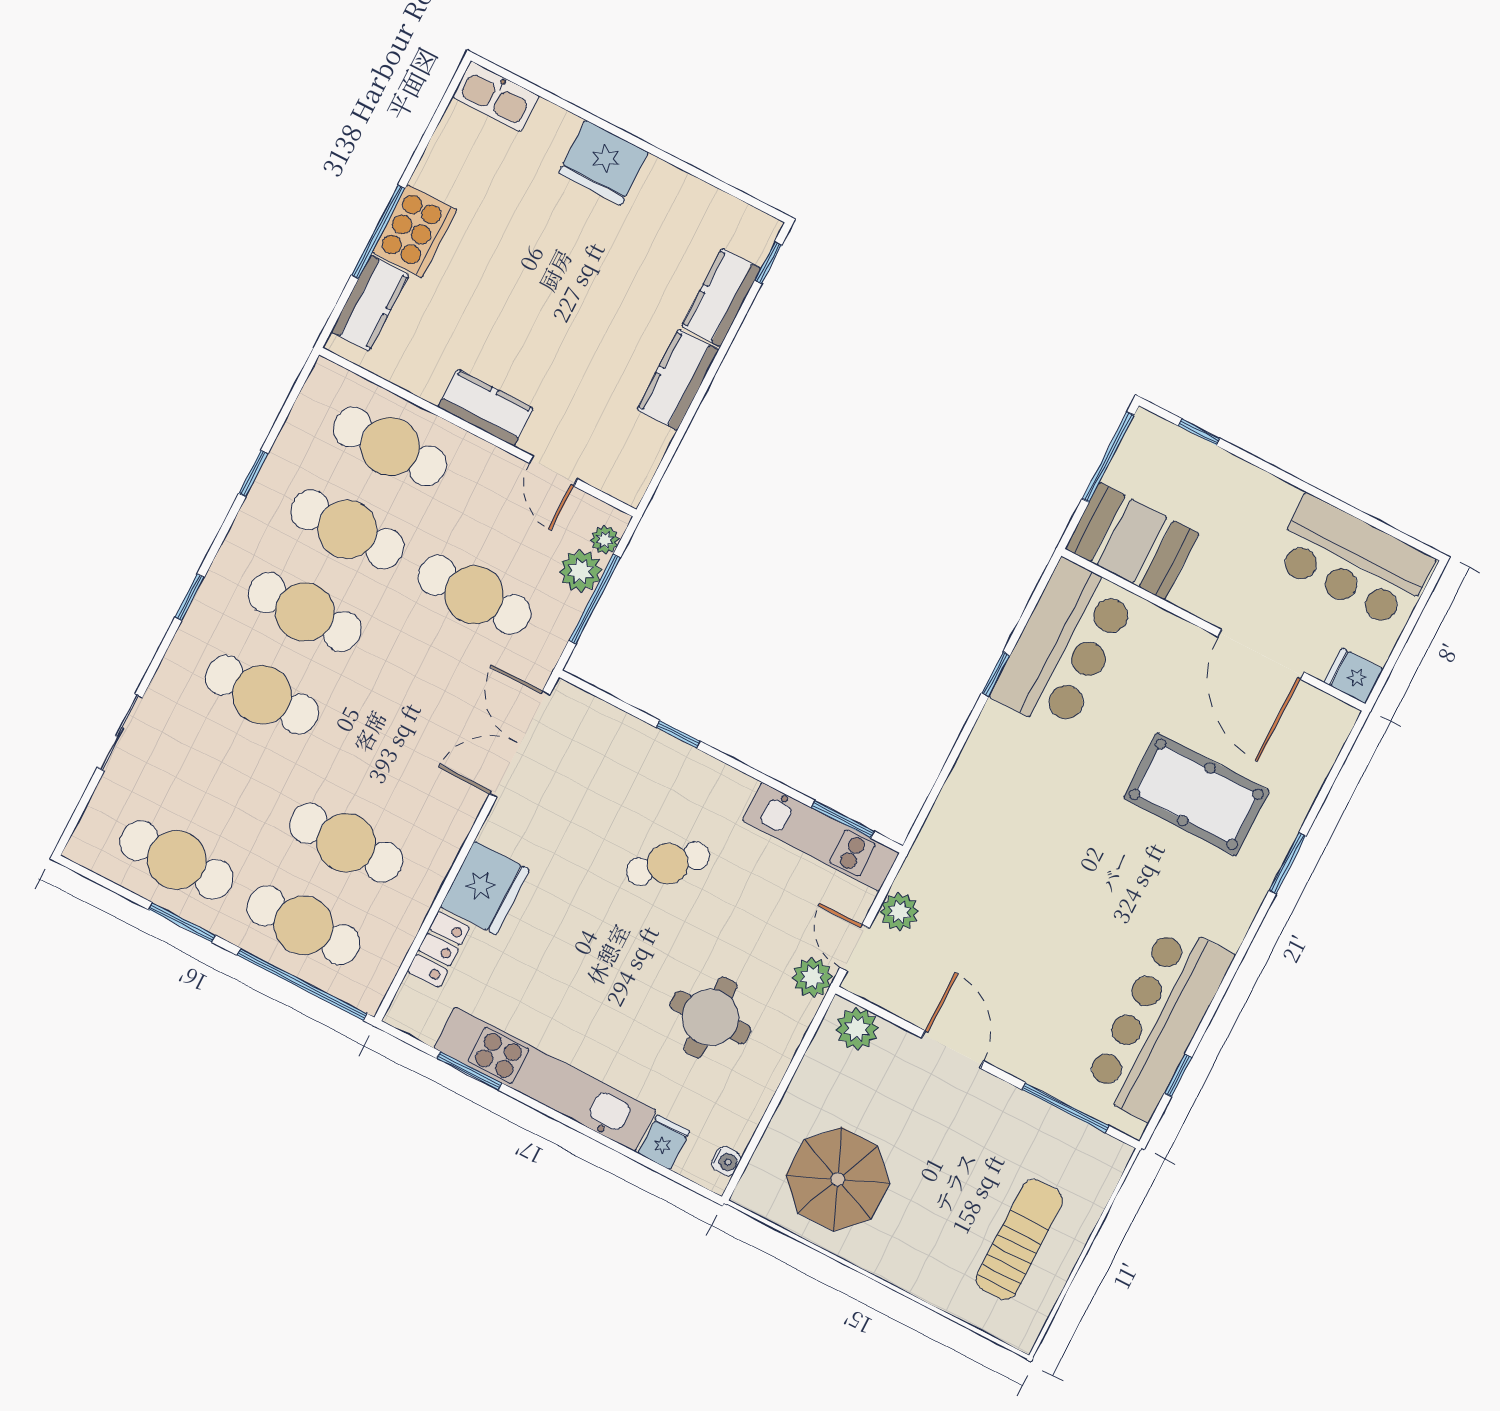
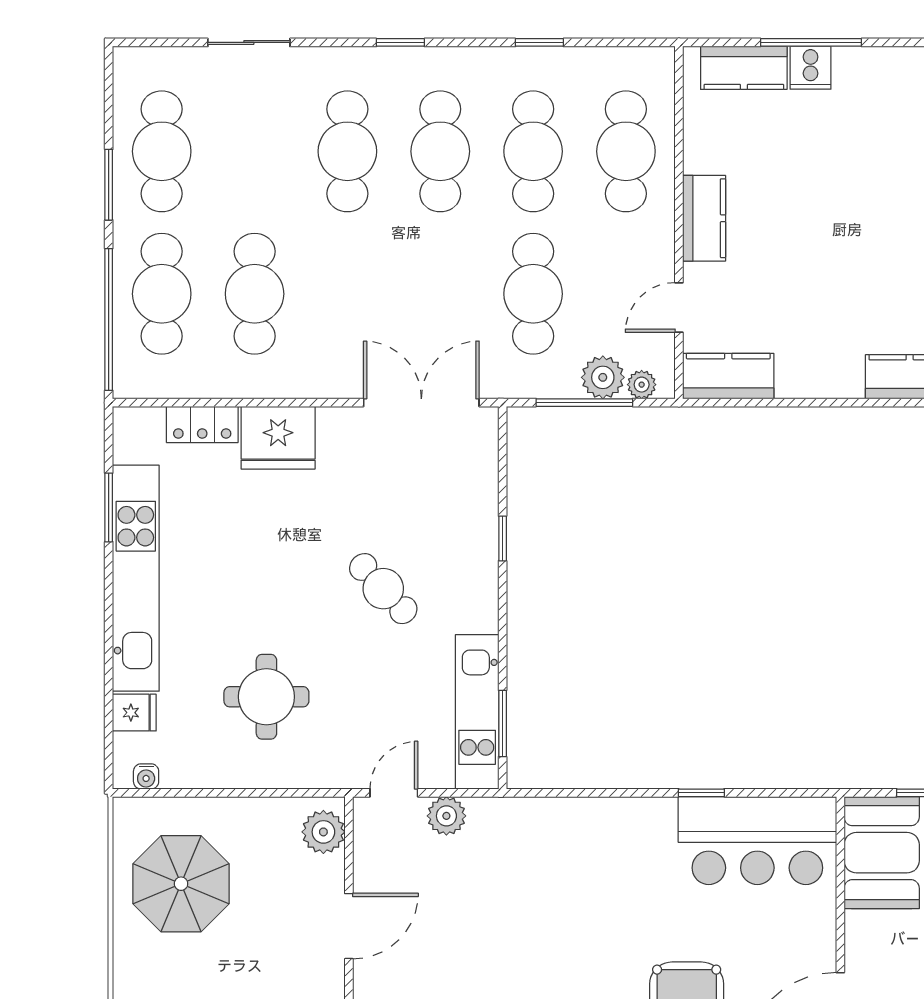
cooker: (415, 231) -> (811, 68), width x0.53, depth x0.76
kitchen counter: (678, 380) -> (728, 376), moved
plant: (812, 977) -> (349, 769), removed

